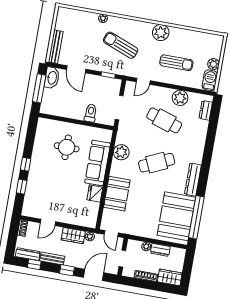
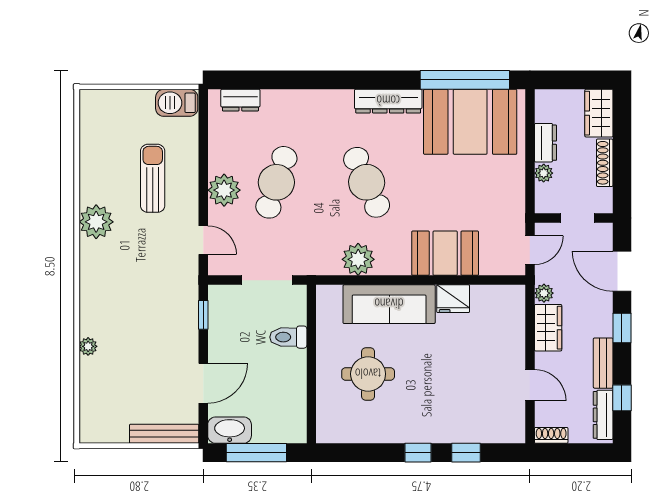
sun lounger: (121, 45) -> (137, 300), removed
plant: (213, 64) -> (142, 101), removed
plant: (180, 98) -> (224, 190), moved

